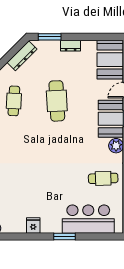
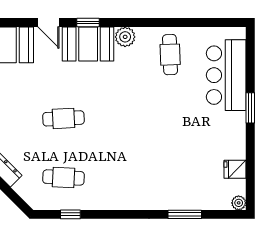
cafe table: (57, 101) -> (63, 118), width x0.73, depth x0.74
fridge: (33, 226) -> (235, 169), moved

